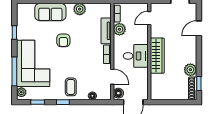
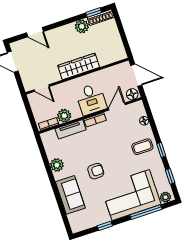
desk: (136, 56) -> (91, 99), moved, turned 180

